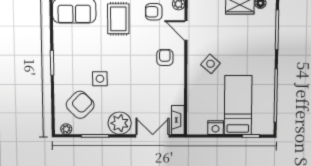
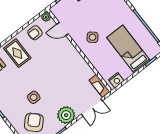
armchair: (165, 58) -> (63, 55), removed
nightstand: (216, 128) -> (116, 80), moved
double door: (153, 136) -> (92, 107), swing flipped

